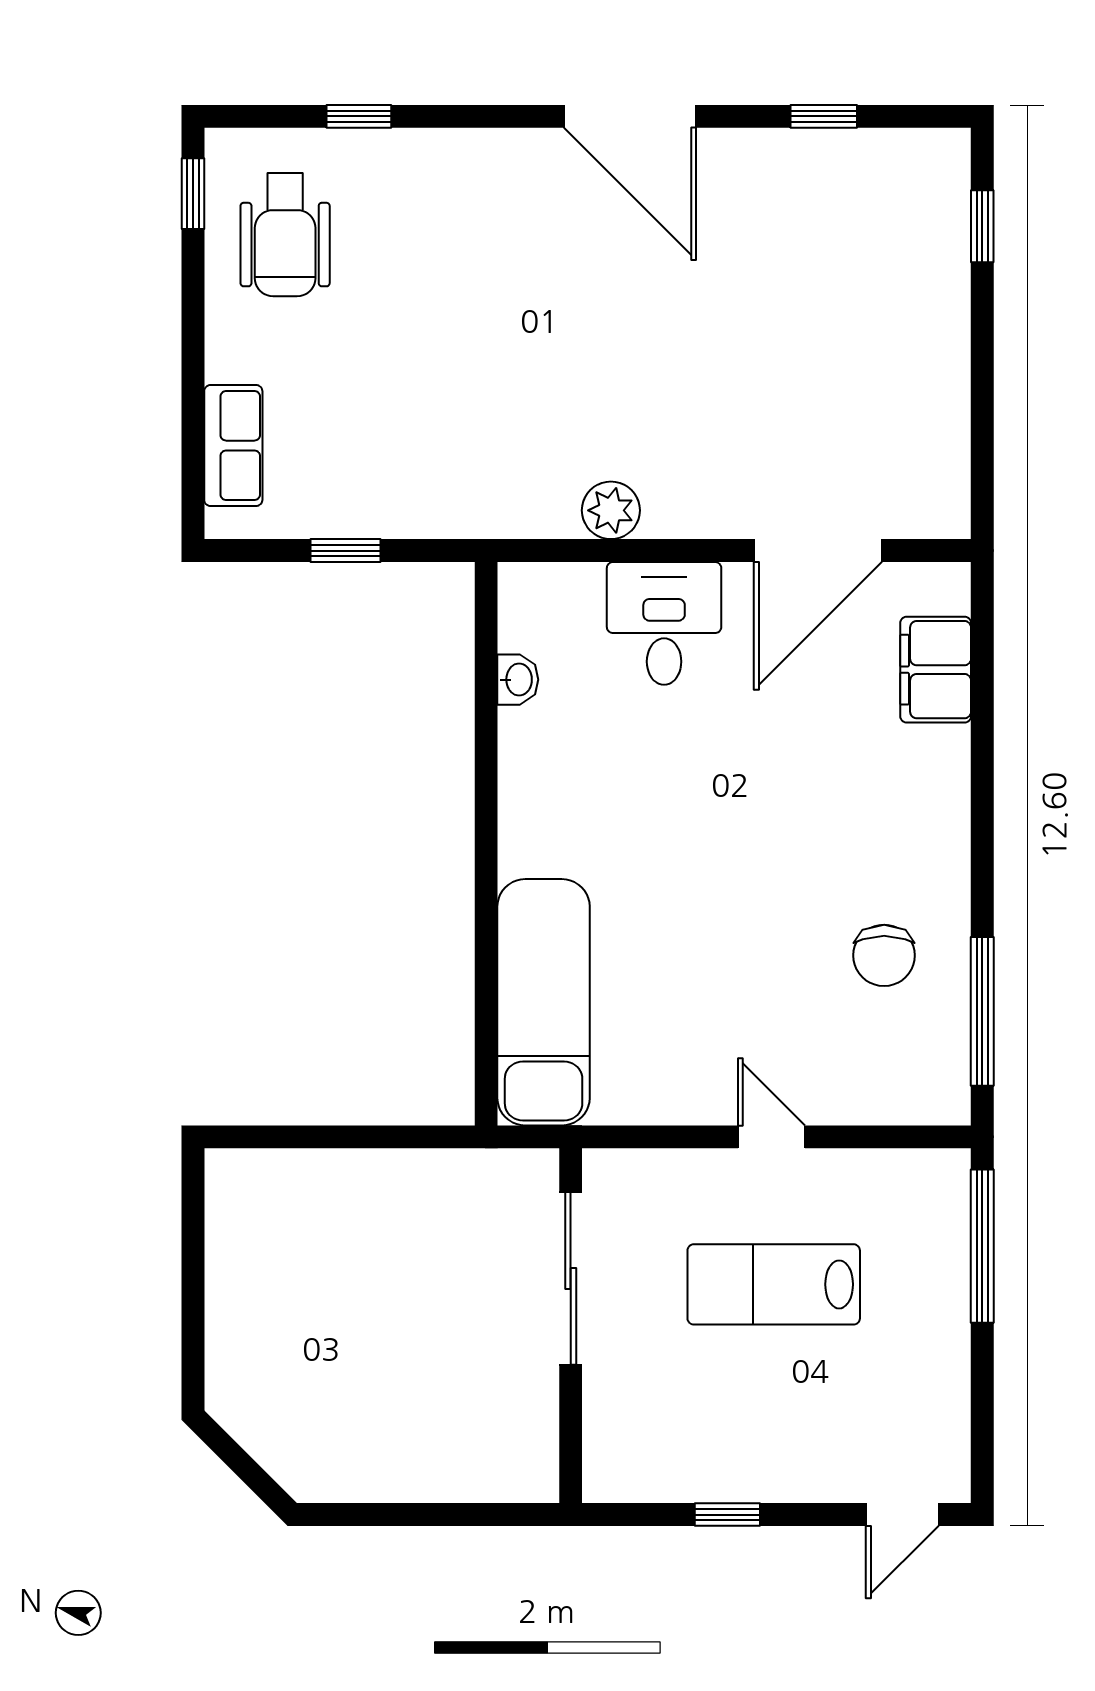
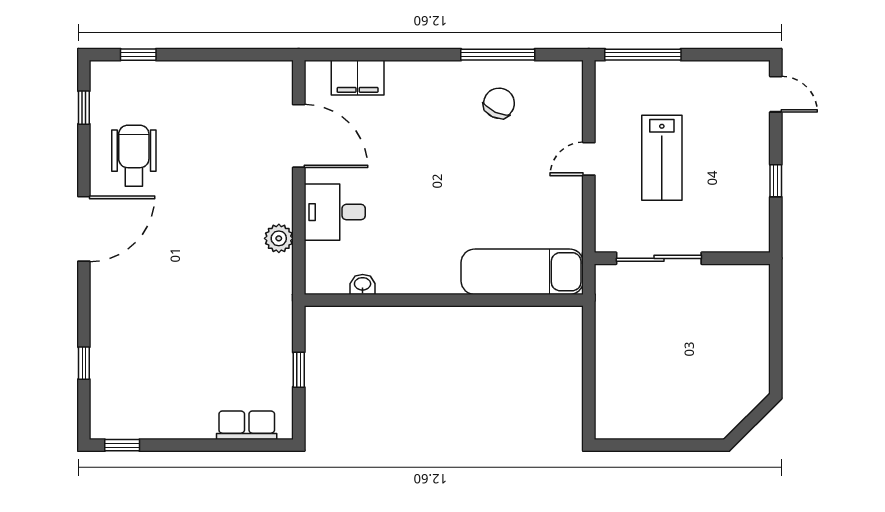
window: (824, 116) -> (84, 108), moved
wheelchair: (285, 235) -> (134, 156), moved, turned -90
chair: (884, 955) -> (499, 103), turned -65
window: (982, 1011) -> (498, 55), moved

